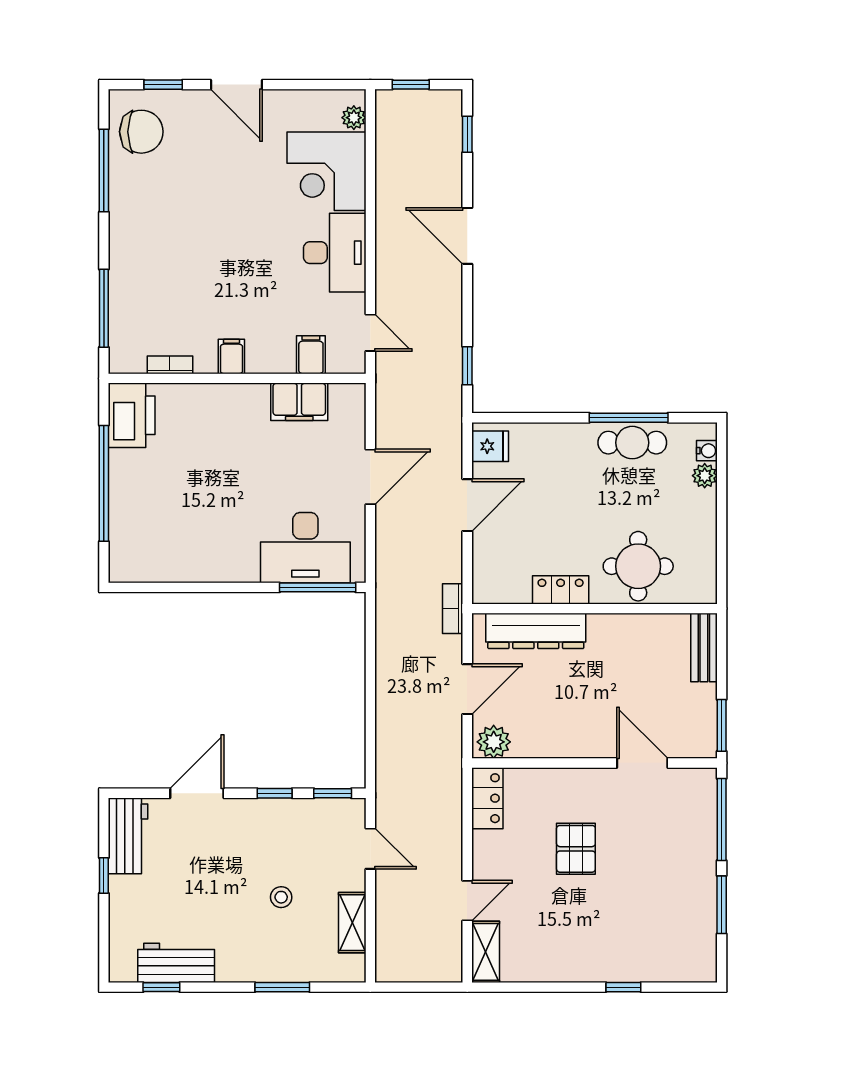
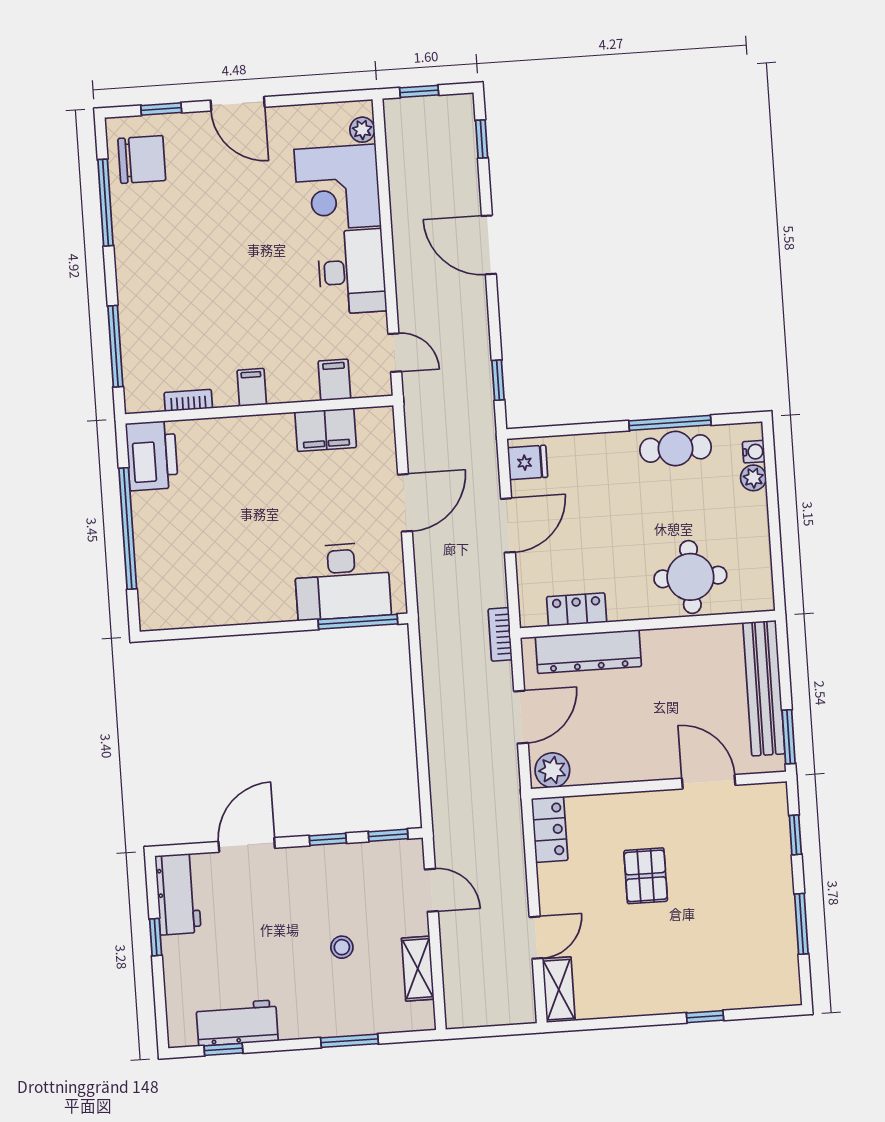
locker: (561, 590) -> (577, 609), moved
bench: (704, 647) -> (764, 688), width x1.86, depth x1.21
window: (722, 819) -> (795, 835), width x0.46

